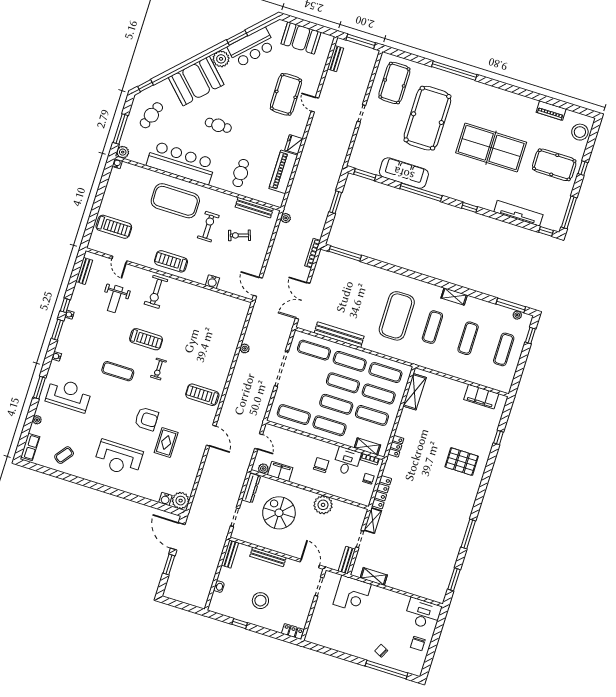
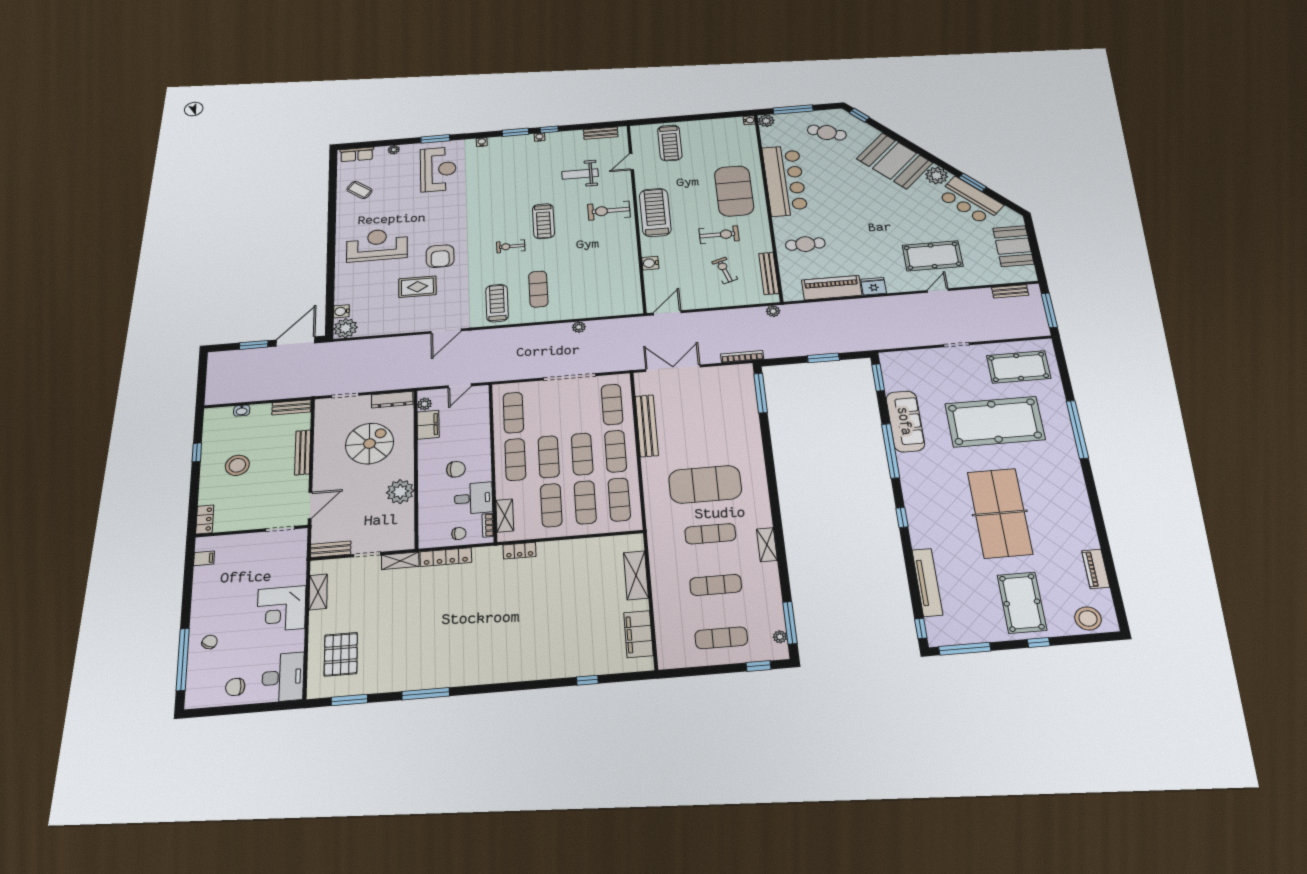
cafe table: (218, 125) -> (853, 201), removed
treadmill: (171, 261) -> (655, 212), width x1.37, depth x1.38
exercise mat: (118, 371) -> (538, 289), moved
shelving: (415, 392) -> (636, 575), moved, turned 90
reception desk: (119, 458) -> (377, 245), turned 90
pallet: (462, 462) -> (341, 654), moved
corner desk: (352, 594) -> (281, 609), moved
filing cabinet: (321, 639) -> (204, 558), added

